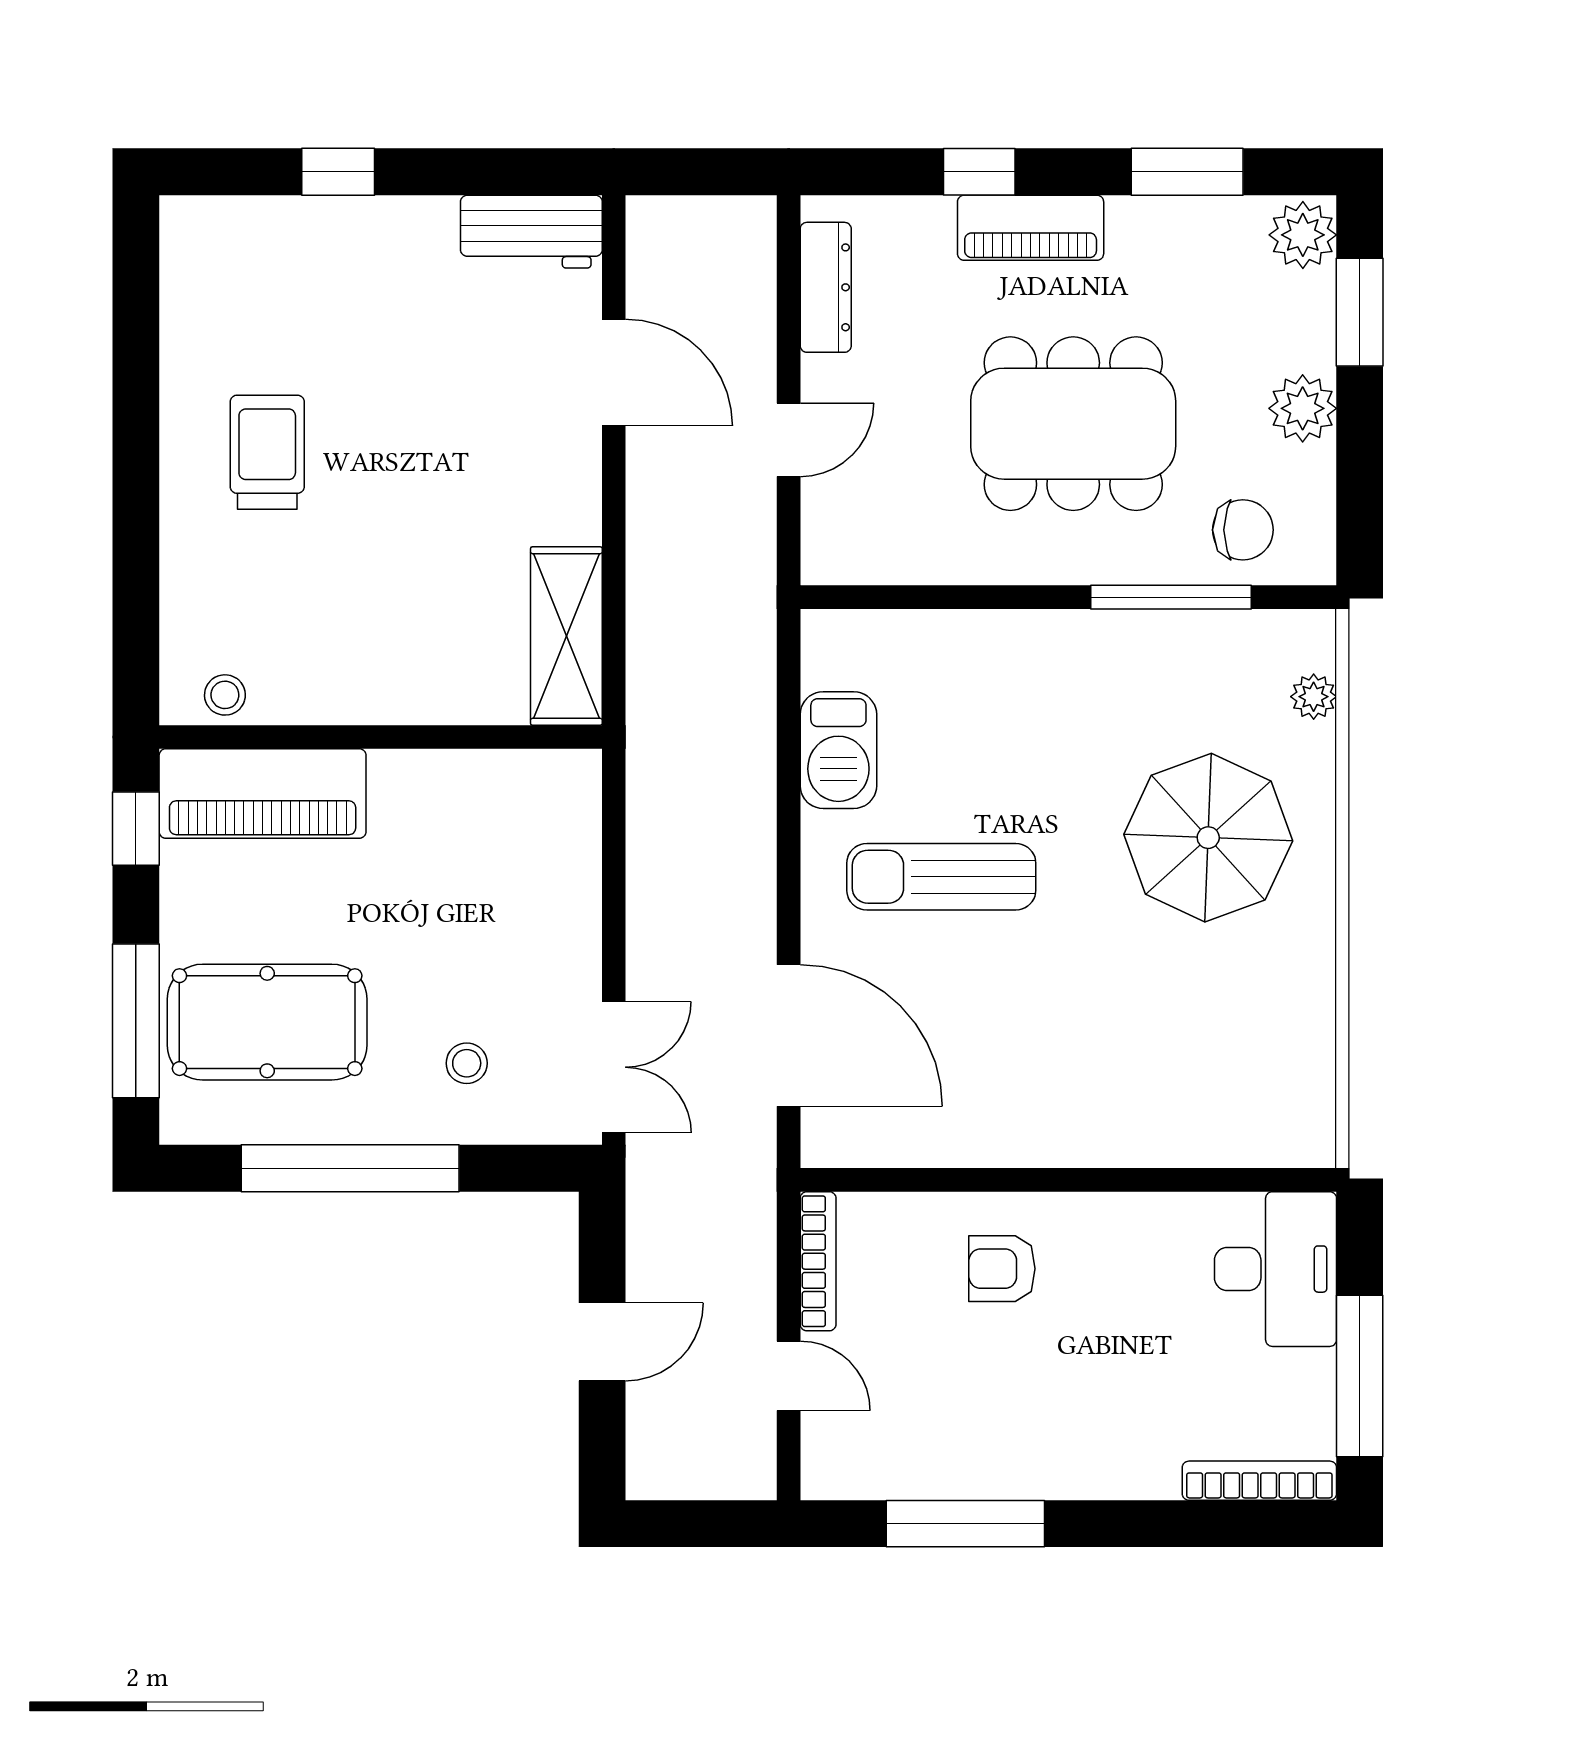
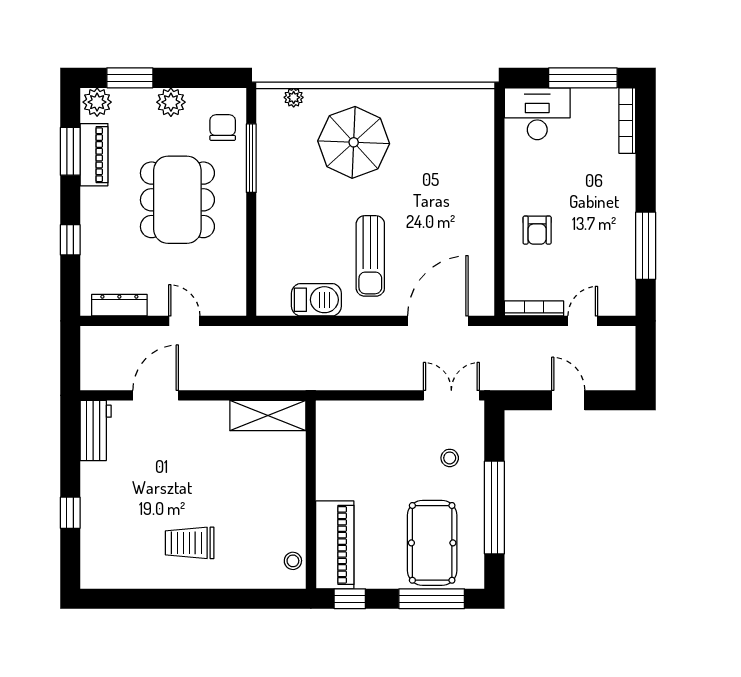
piano: (1031, 228) -> (94, 155), moved

